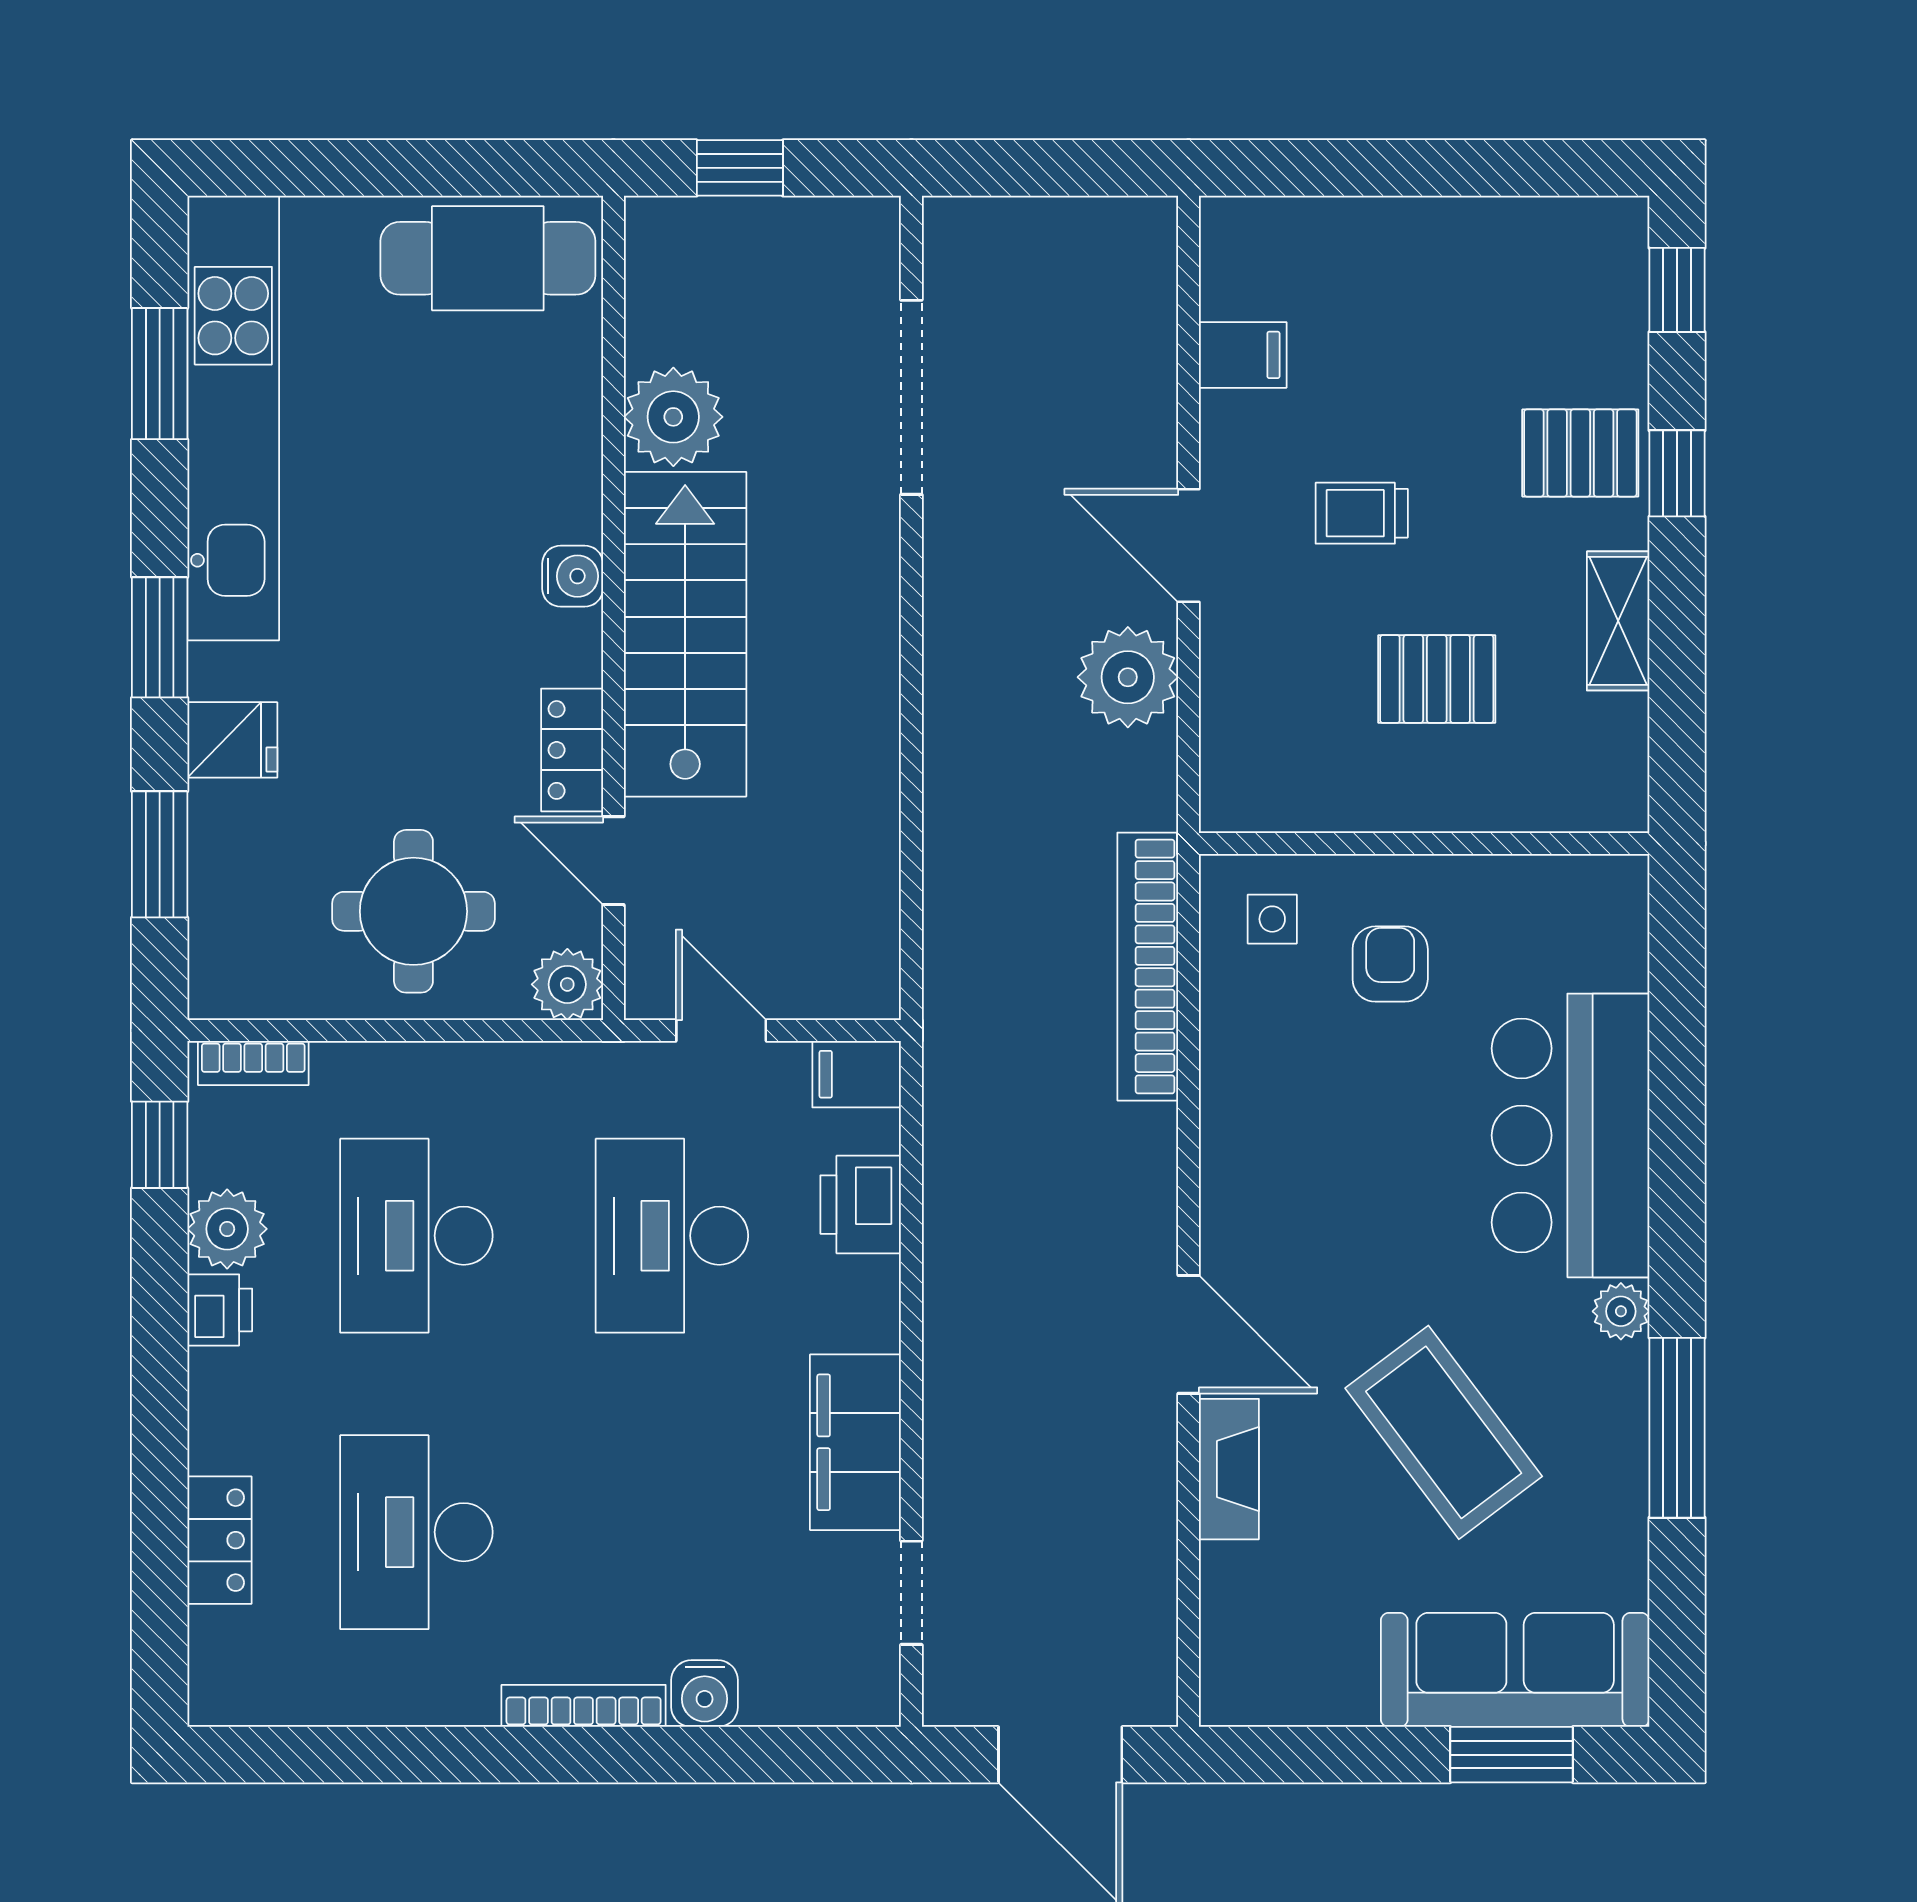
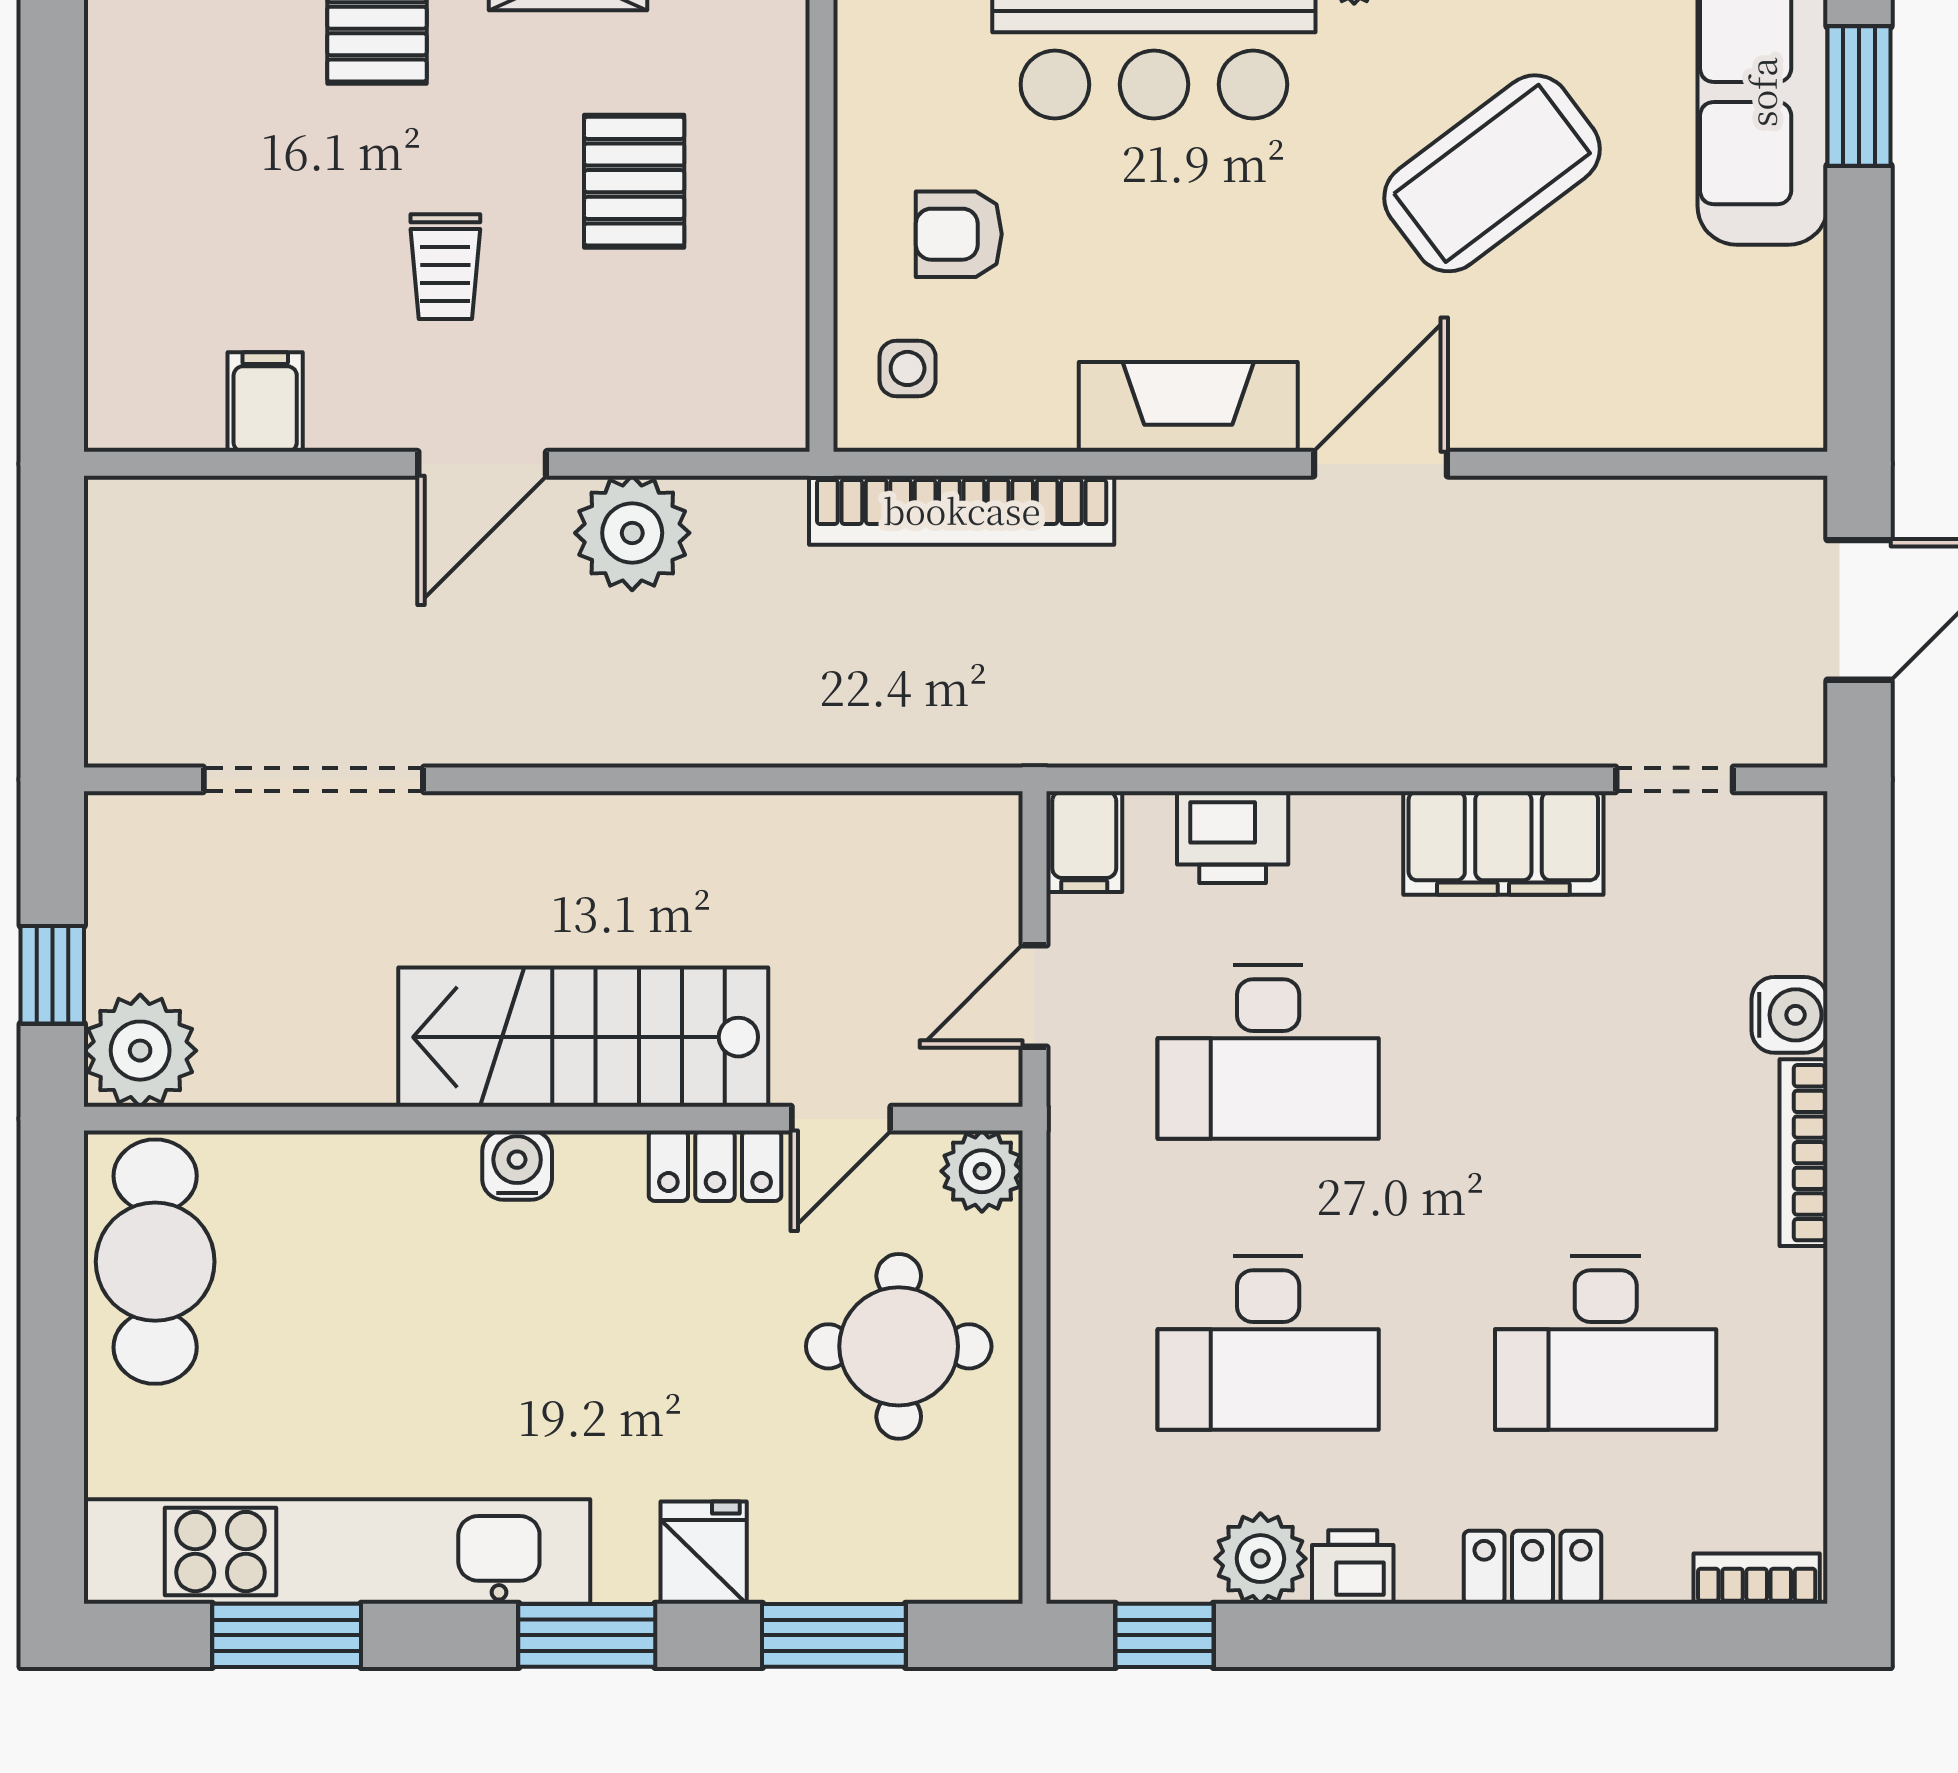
plant: (673, 417) -> (140, 1051), moved
bookcase: (253, 1063) -> (1757, 1579), moved, turned -90
fireplace: (1229, 1469) -> (1188, 407), moved, width x1.37, depth x1.32
locker: (220, 1540) -> (1533, 1567), moved

